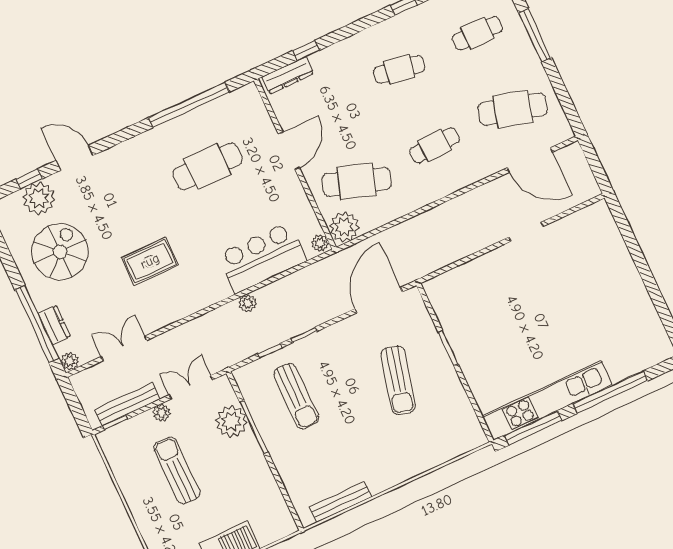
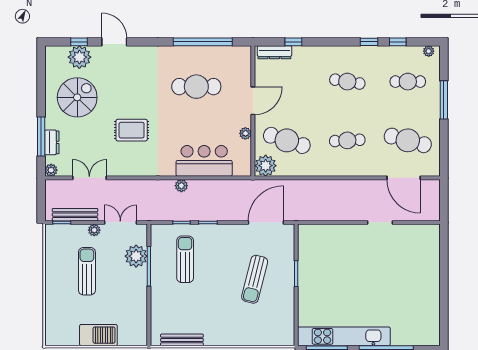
plant: (320, 243) -> (245, 133), moved
window: (37, 324) -> (41, 137), width x0.68
sun lounger: (296, 396) -> (185, 259), turned 180

